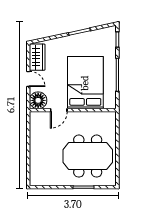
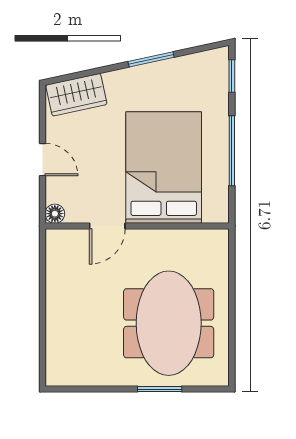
wardrobe: (37, 57) -> (76, 95), moved, turned 78
floor lamp: (38, 100) -> (55, 214), width x0.53, depth x0.53
meeting table: (88, 156) -> (169, 323), turned 90

